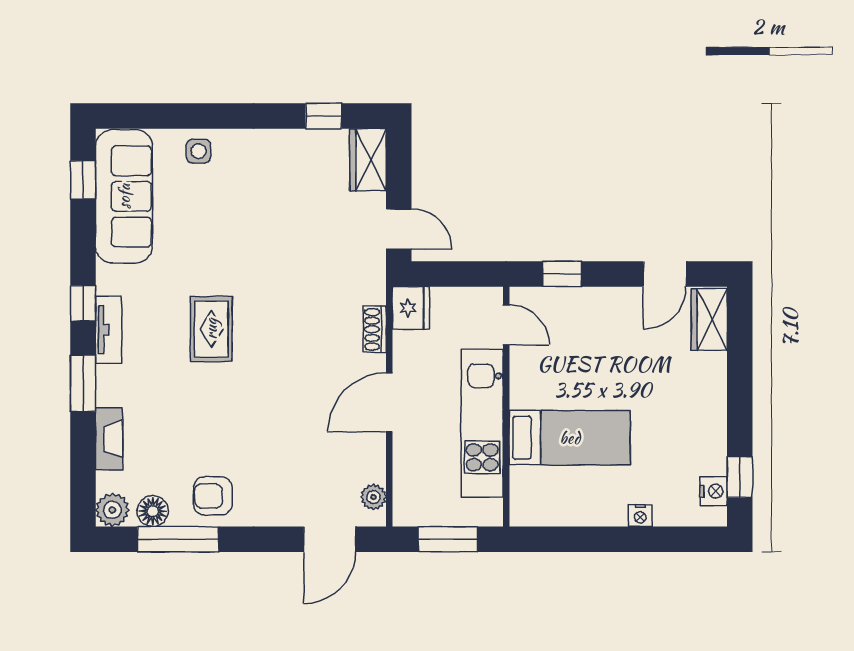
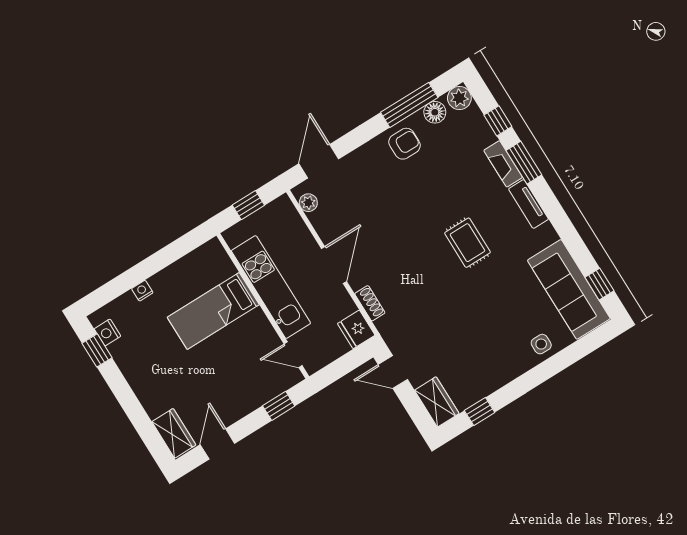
window: (83, 303) -> (498, 121), moved
fireplace: (109, 439) -> (503, 164), moved
window: (448, 539) -> (248, 205), width x0.67

